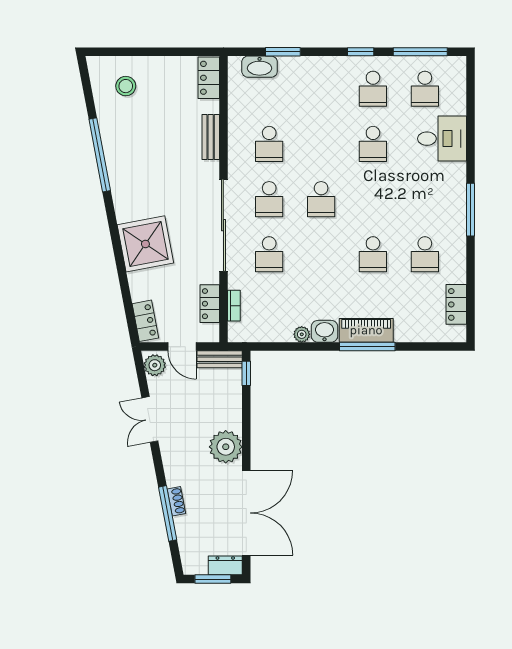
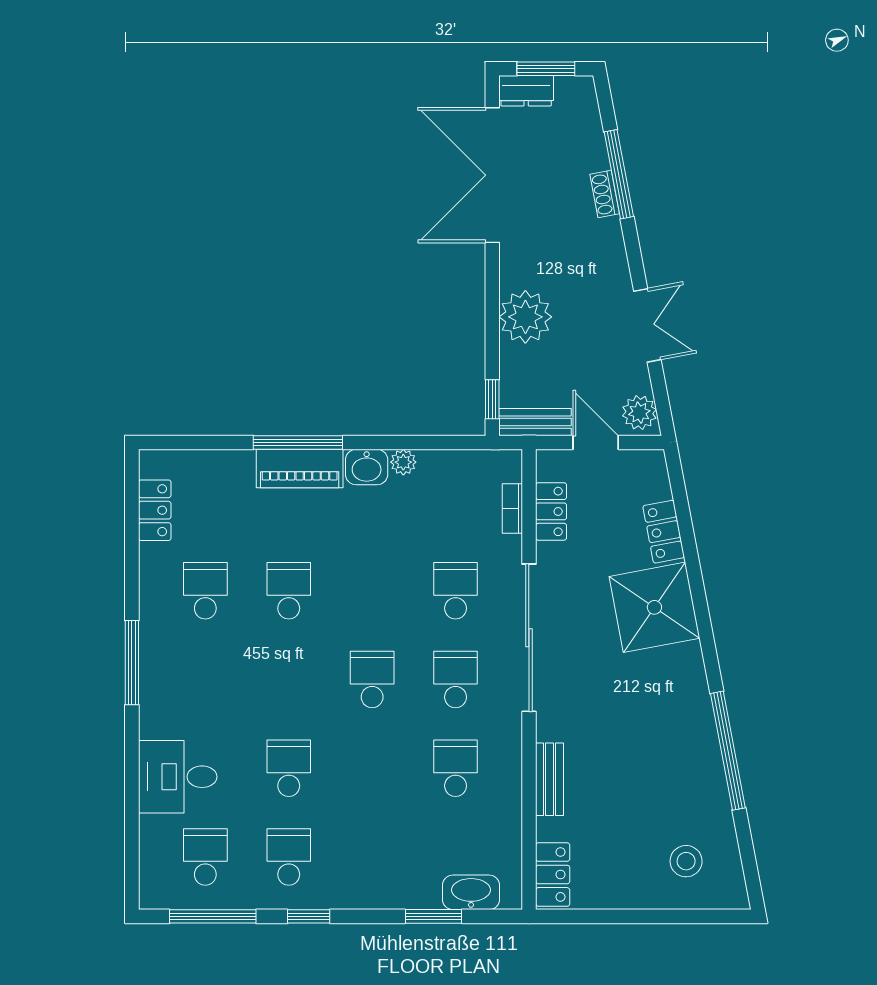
locker: (145, 321) -> (664, 532), moved
plant: (226, 447) -> (525, 317), moved

